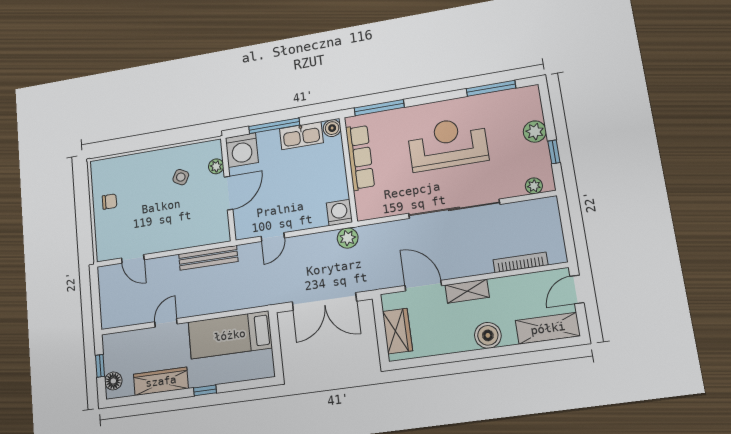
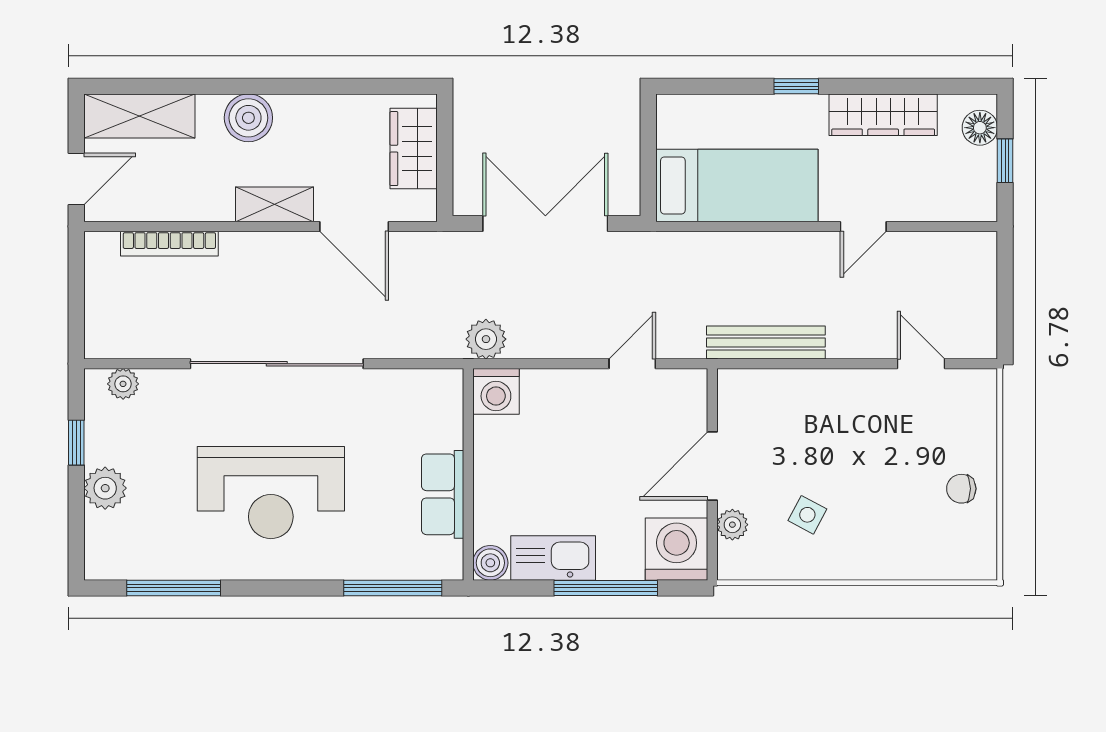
row of seats: (360, 157) -> (443, 494), width x0.68

